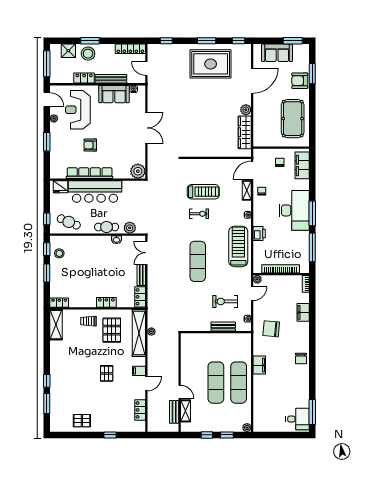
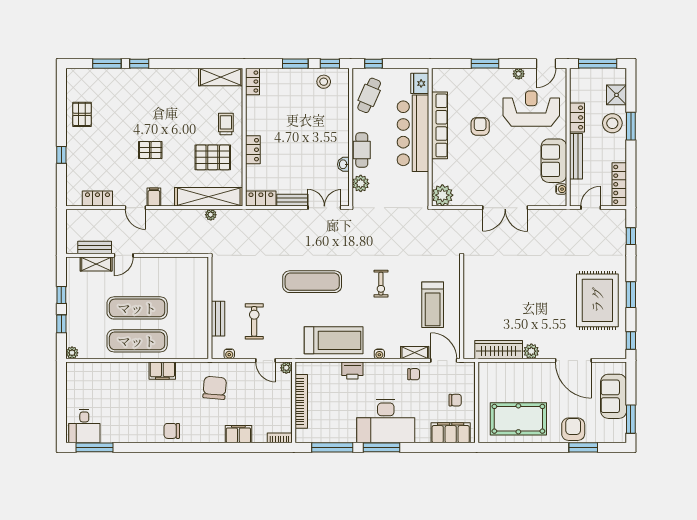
treadmill: (203, 192) -> (433, 305), moved

